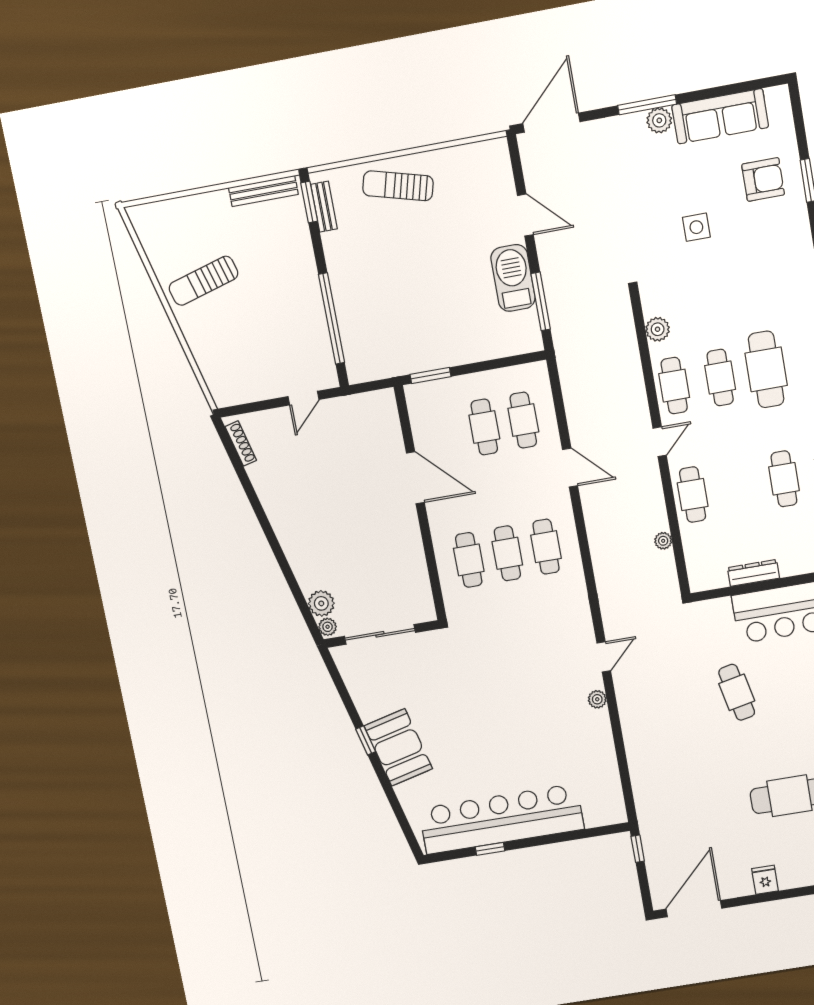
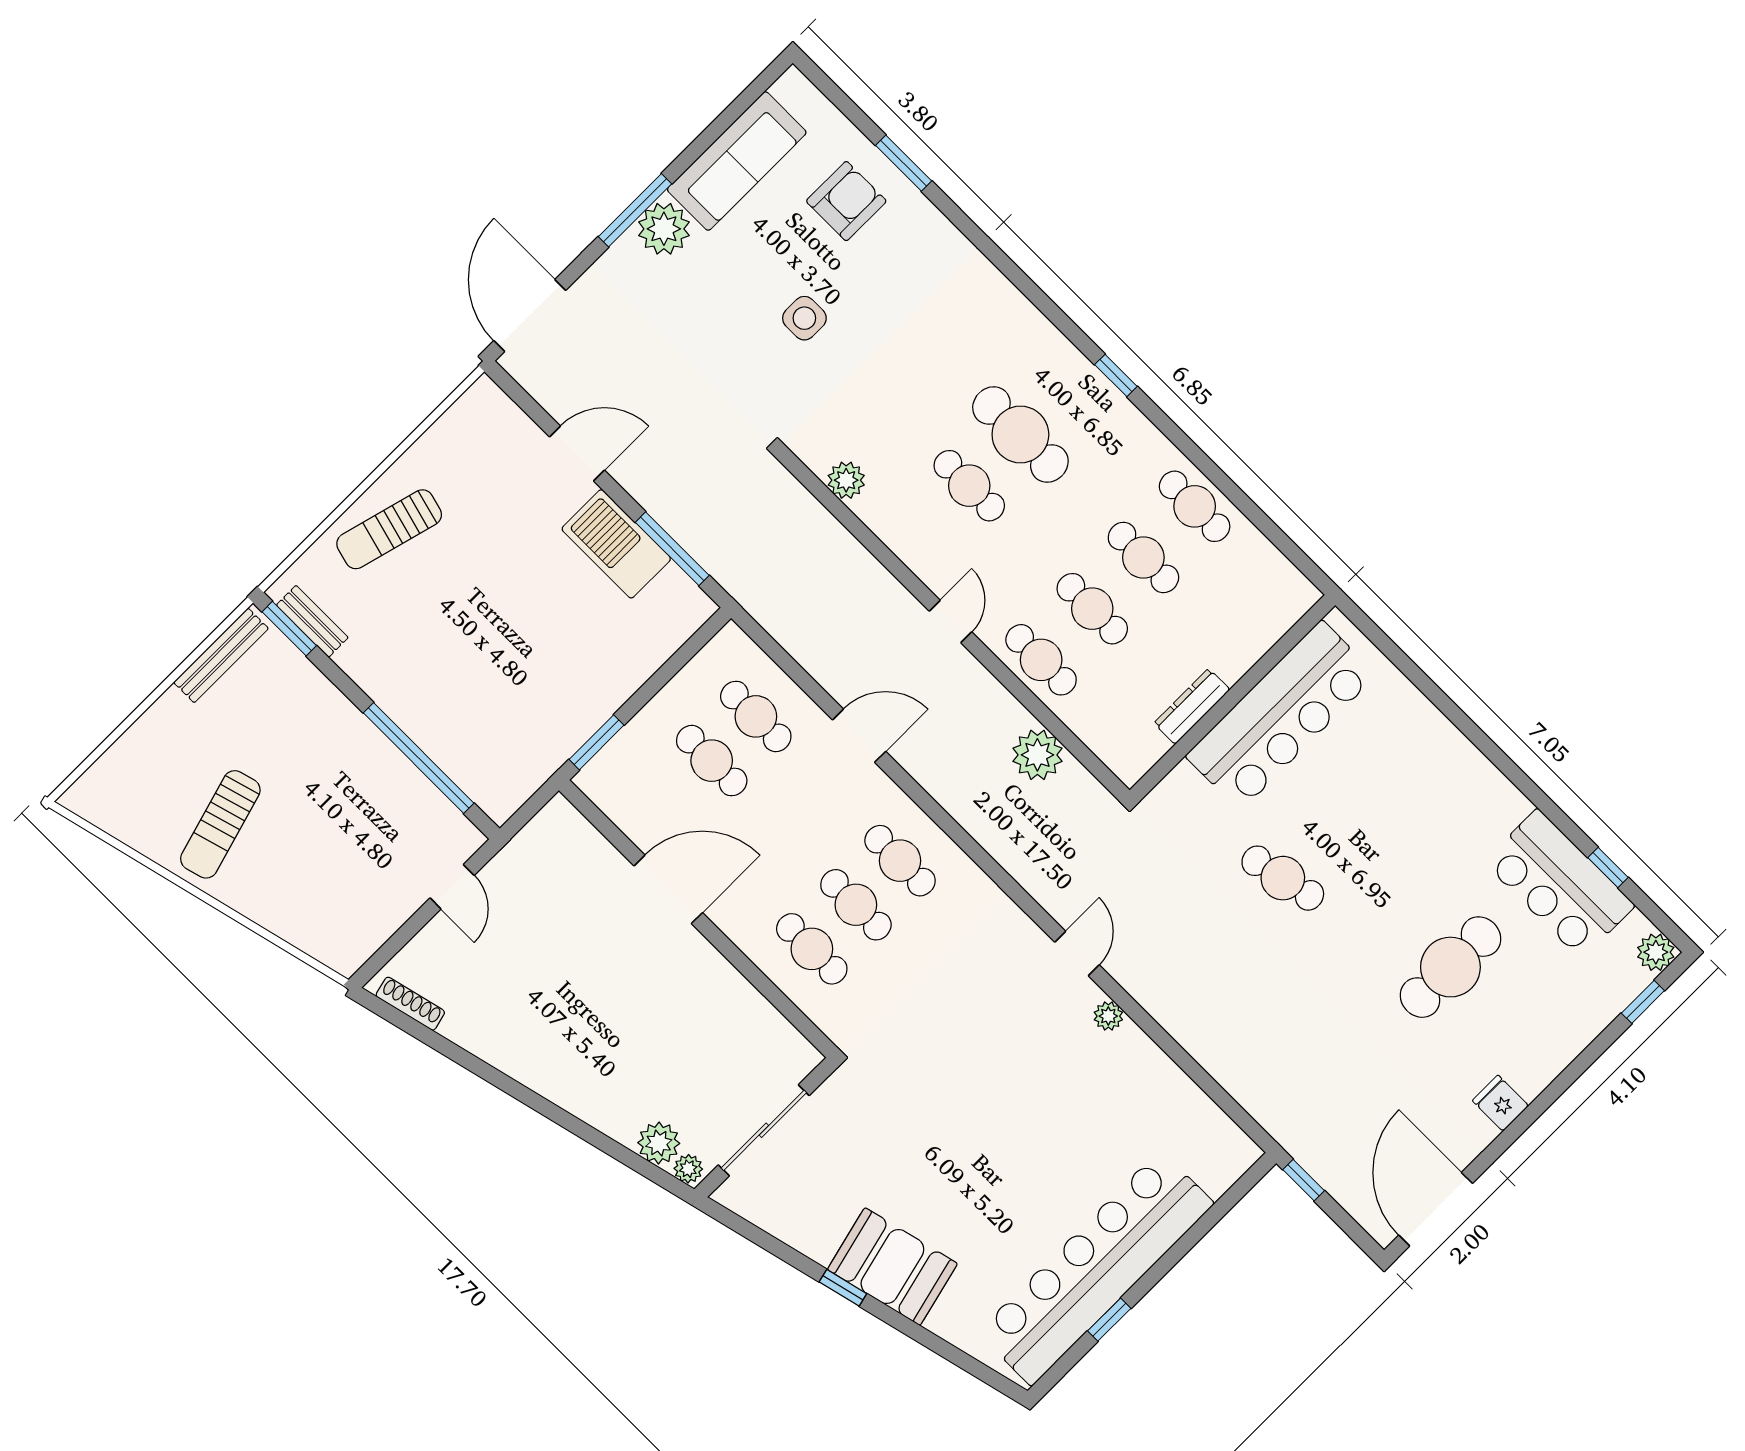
plant: (659, 120) -> (664, 229), width x1.36, depth x1.36
cafe table: (674, 386) -> (1092, 609), moved
plant: (663, 541) -> (1037, 755), width x1.88, depth x1.88

